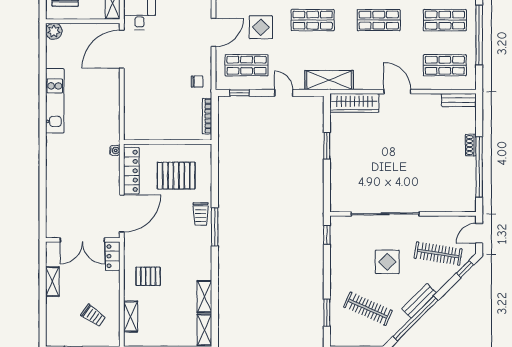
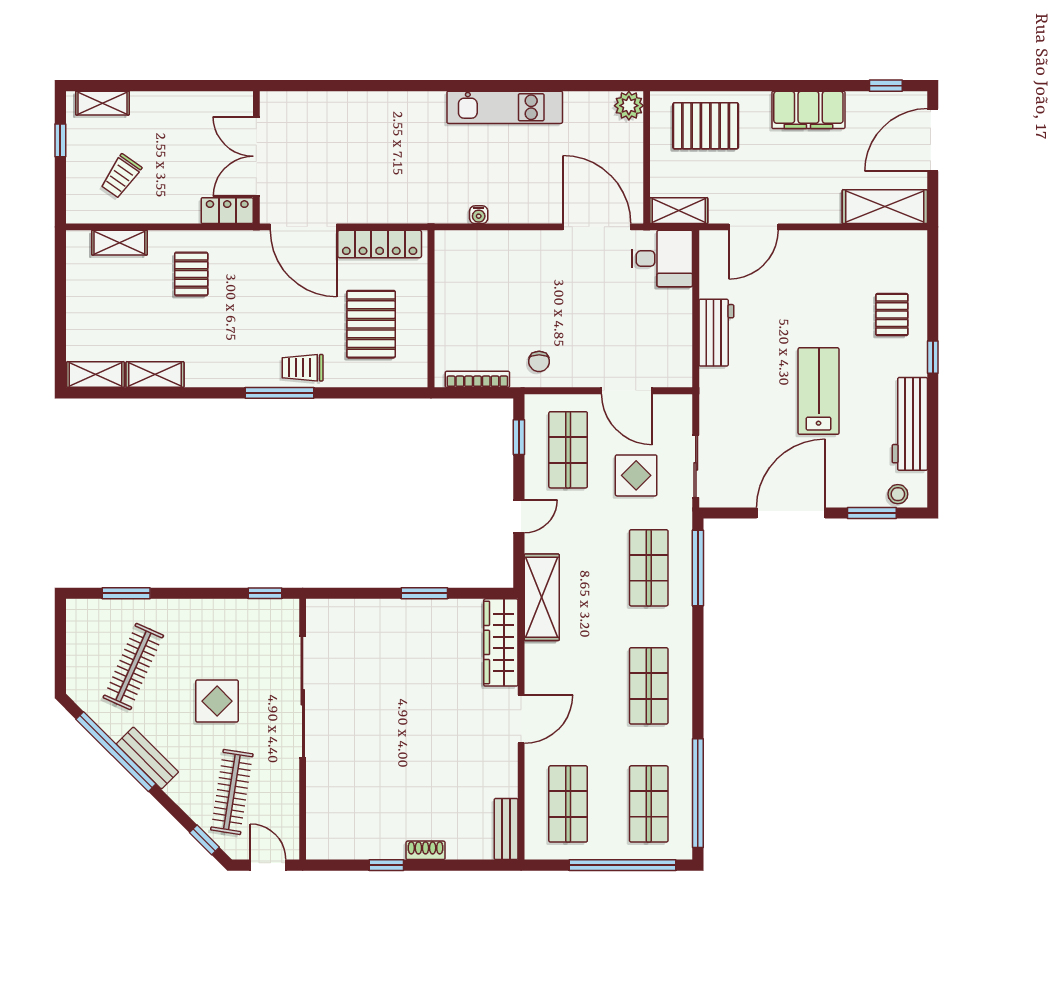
water cooler: (115, 150) -> (479, 215), moved
window: (479, 167) -> (386, 865), width x0.32
shelving: (52, 282) -> (102, 103), moved

